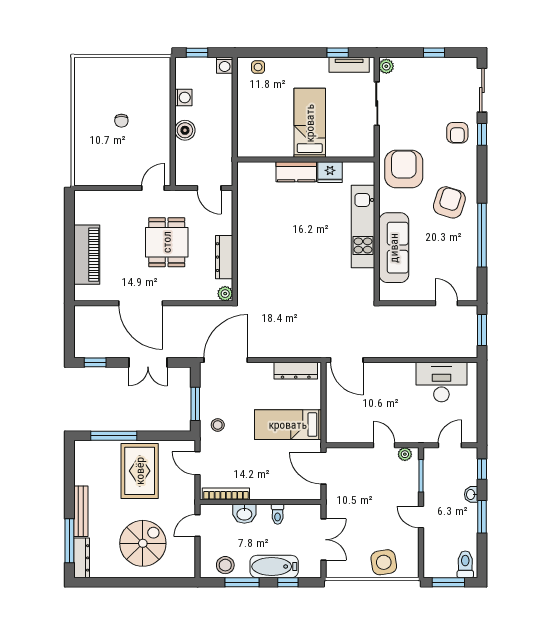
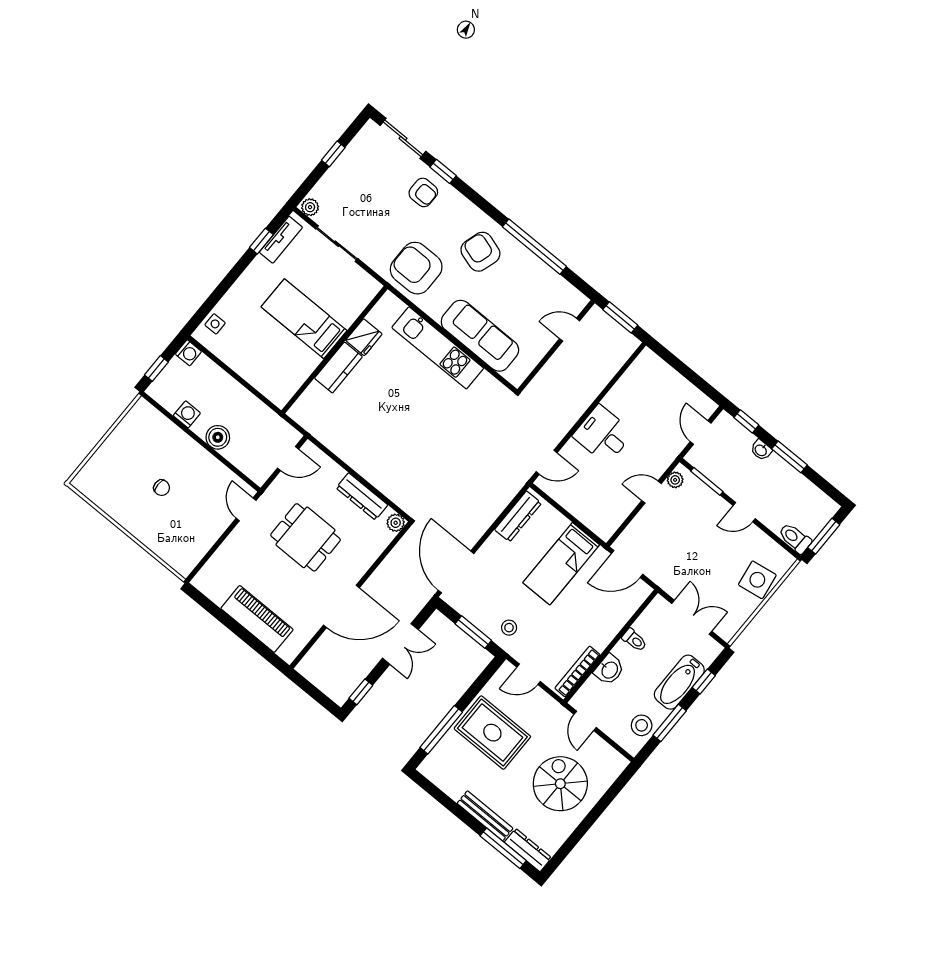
door: (347, 360) -> (547, 462), width x0.73
desk: (441, 382) -> (603, 434), moved, width x0.73
toilet: (465, 564) -> (795, 538), moved

